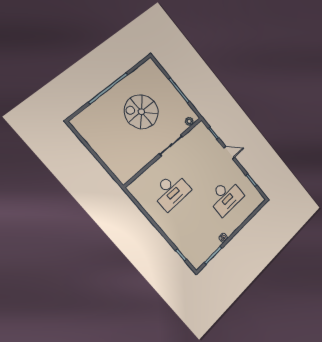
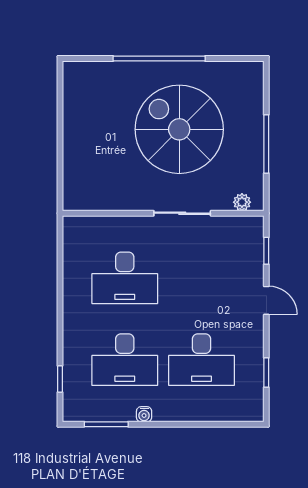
spiral stairs: (141, 112) -> (179, 129), width x1.37, depth x1.37
desk: (199, 223) -> (125, 360), added

